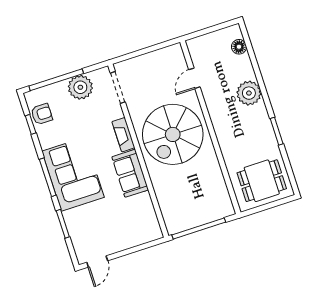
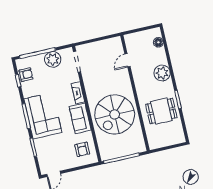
spiral stairs: (173, 134) -> (115, 114), moved
dining table: (262, 181) -> (161, 111), moved
armchair: (138, 220) -> (82, 149), added

